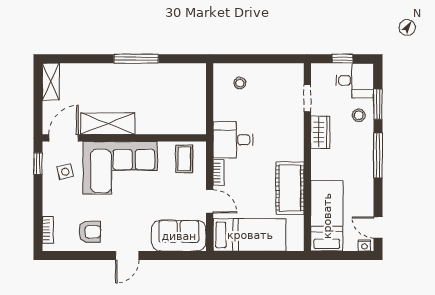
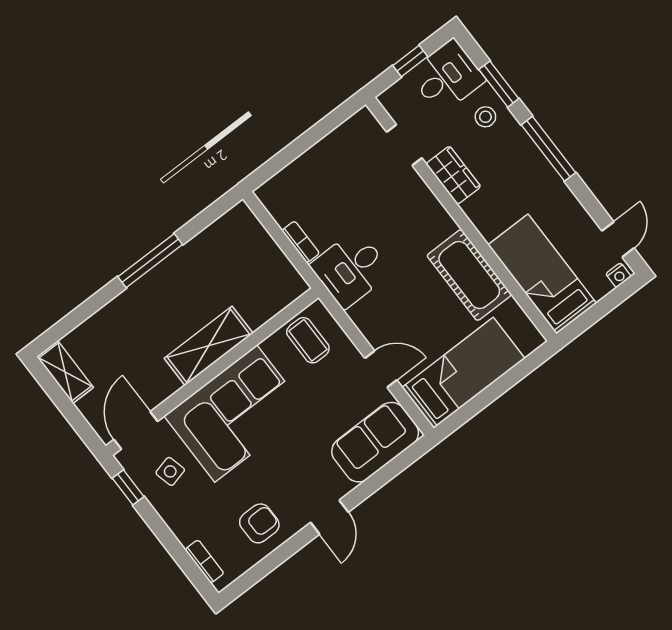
stool: (240, 83) -> (305, 191), removed
shelving: (108, 124) -> (209, 346), moved
bookcase: (218, 172) -> (301, 242), moved
door: (378, 227) -> (618, 239), swing flipped

